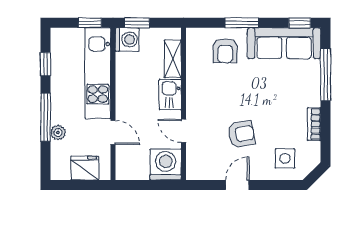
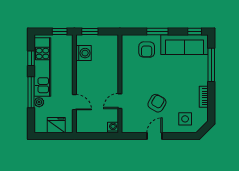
washing machine: (127, 40) -> (84, 53), moved
shelving: (173, 59) -> (113, 55), removed
kitchen unit: (98, 73) -> (42, 67), moved, turned 180
kitchen sink: (170, 94) -> (111, 78), removed
door: (184, 131) -> (120, 101), hinge flipped
armchair: (241, 134) -> (157, 103), turned -50
washing machine: (166, 164) -> (113, 127), width x0.53, depth x0.53

